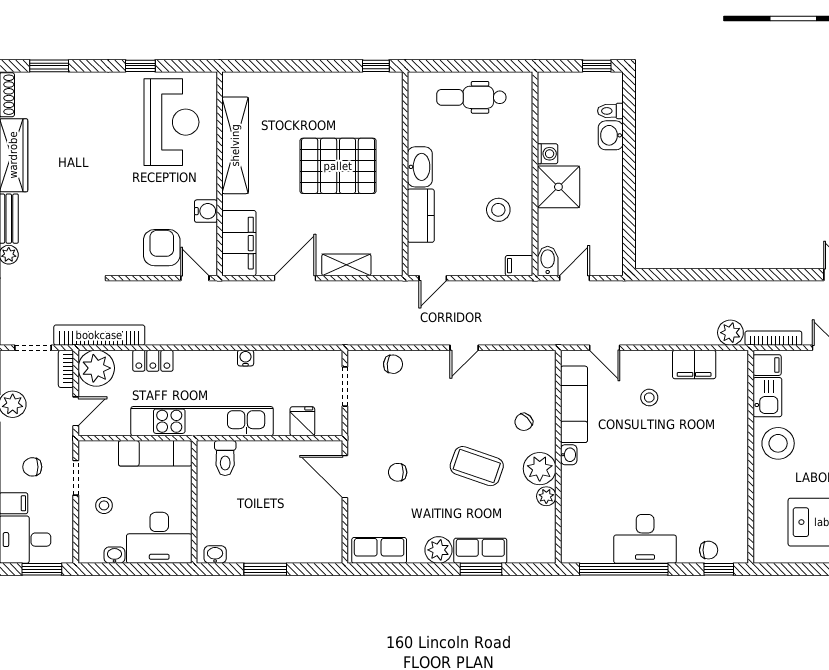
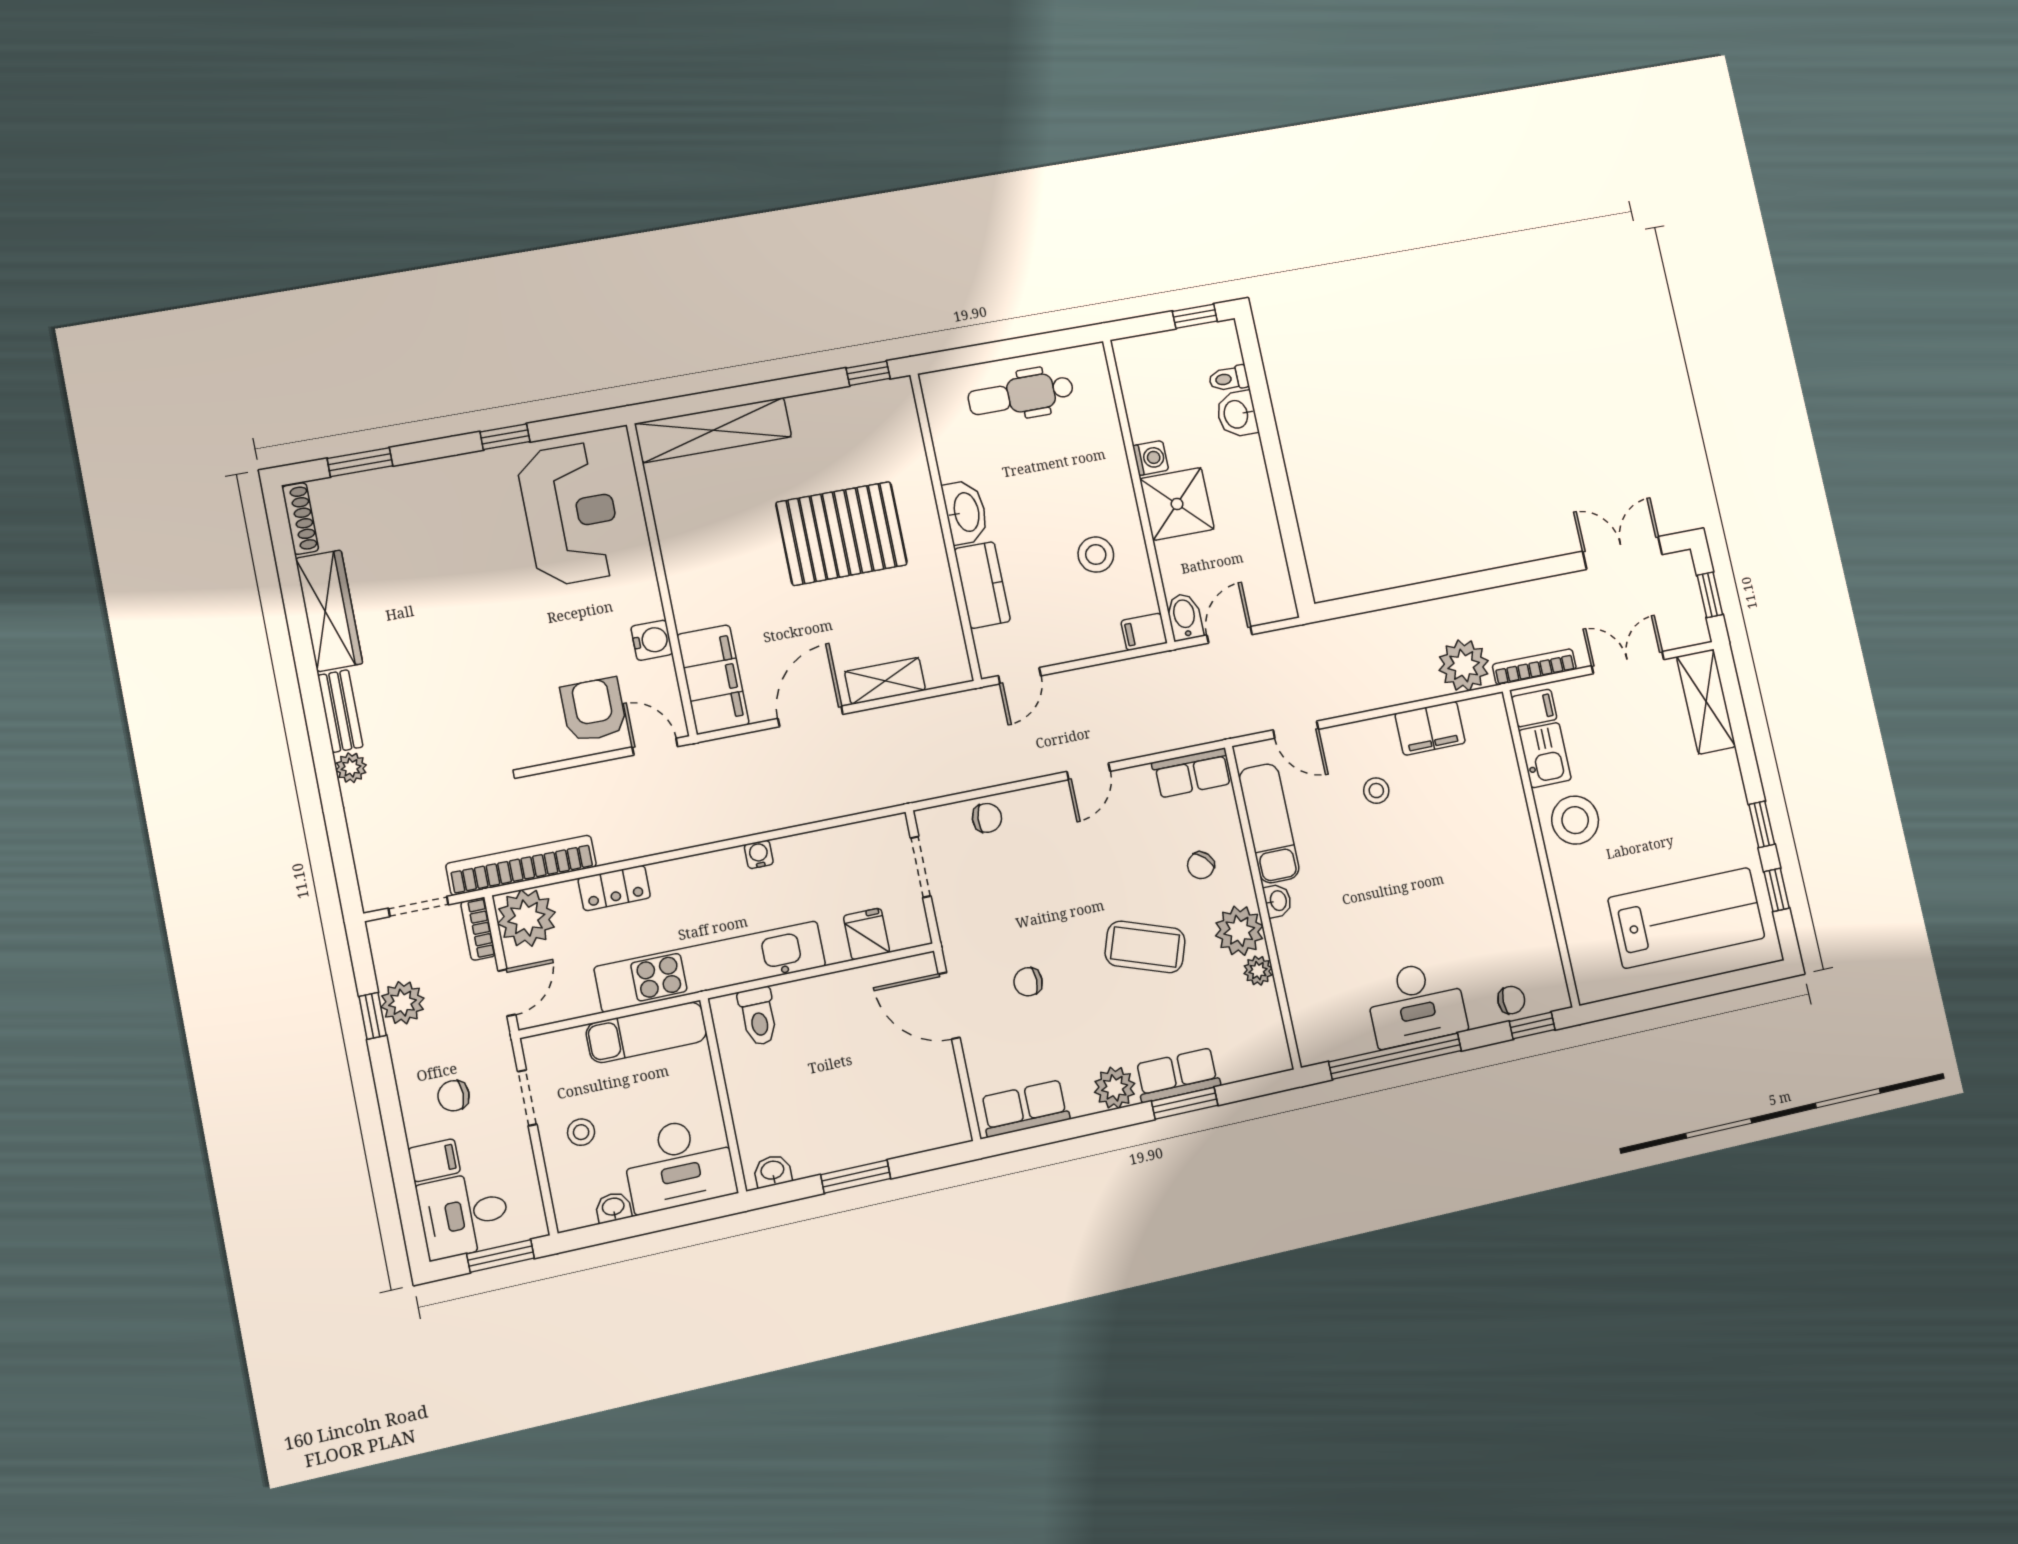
shelving: (235, 145) -> (713, 430), moved, turned 90
plant: (730, 333) -> (1464, 665), width x1.36, depth x1.36
row of seats: (531, 362) -> (1192, 773), added

